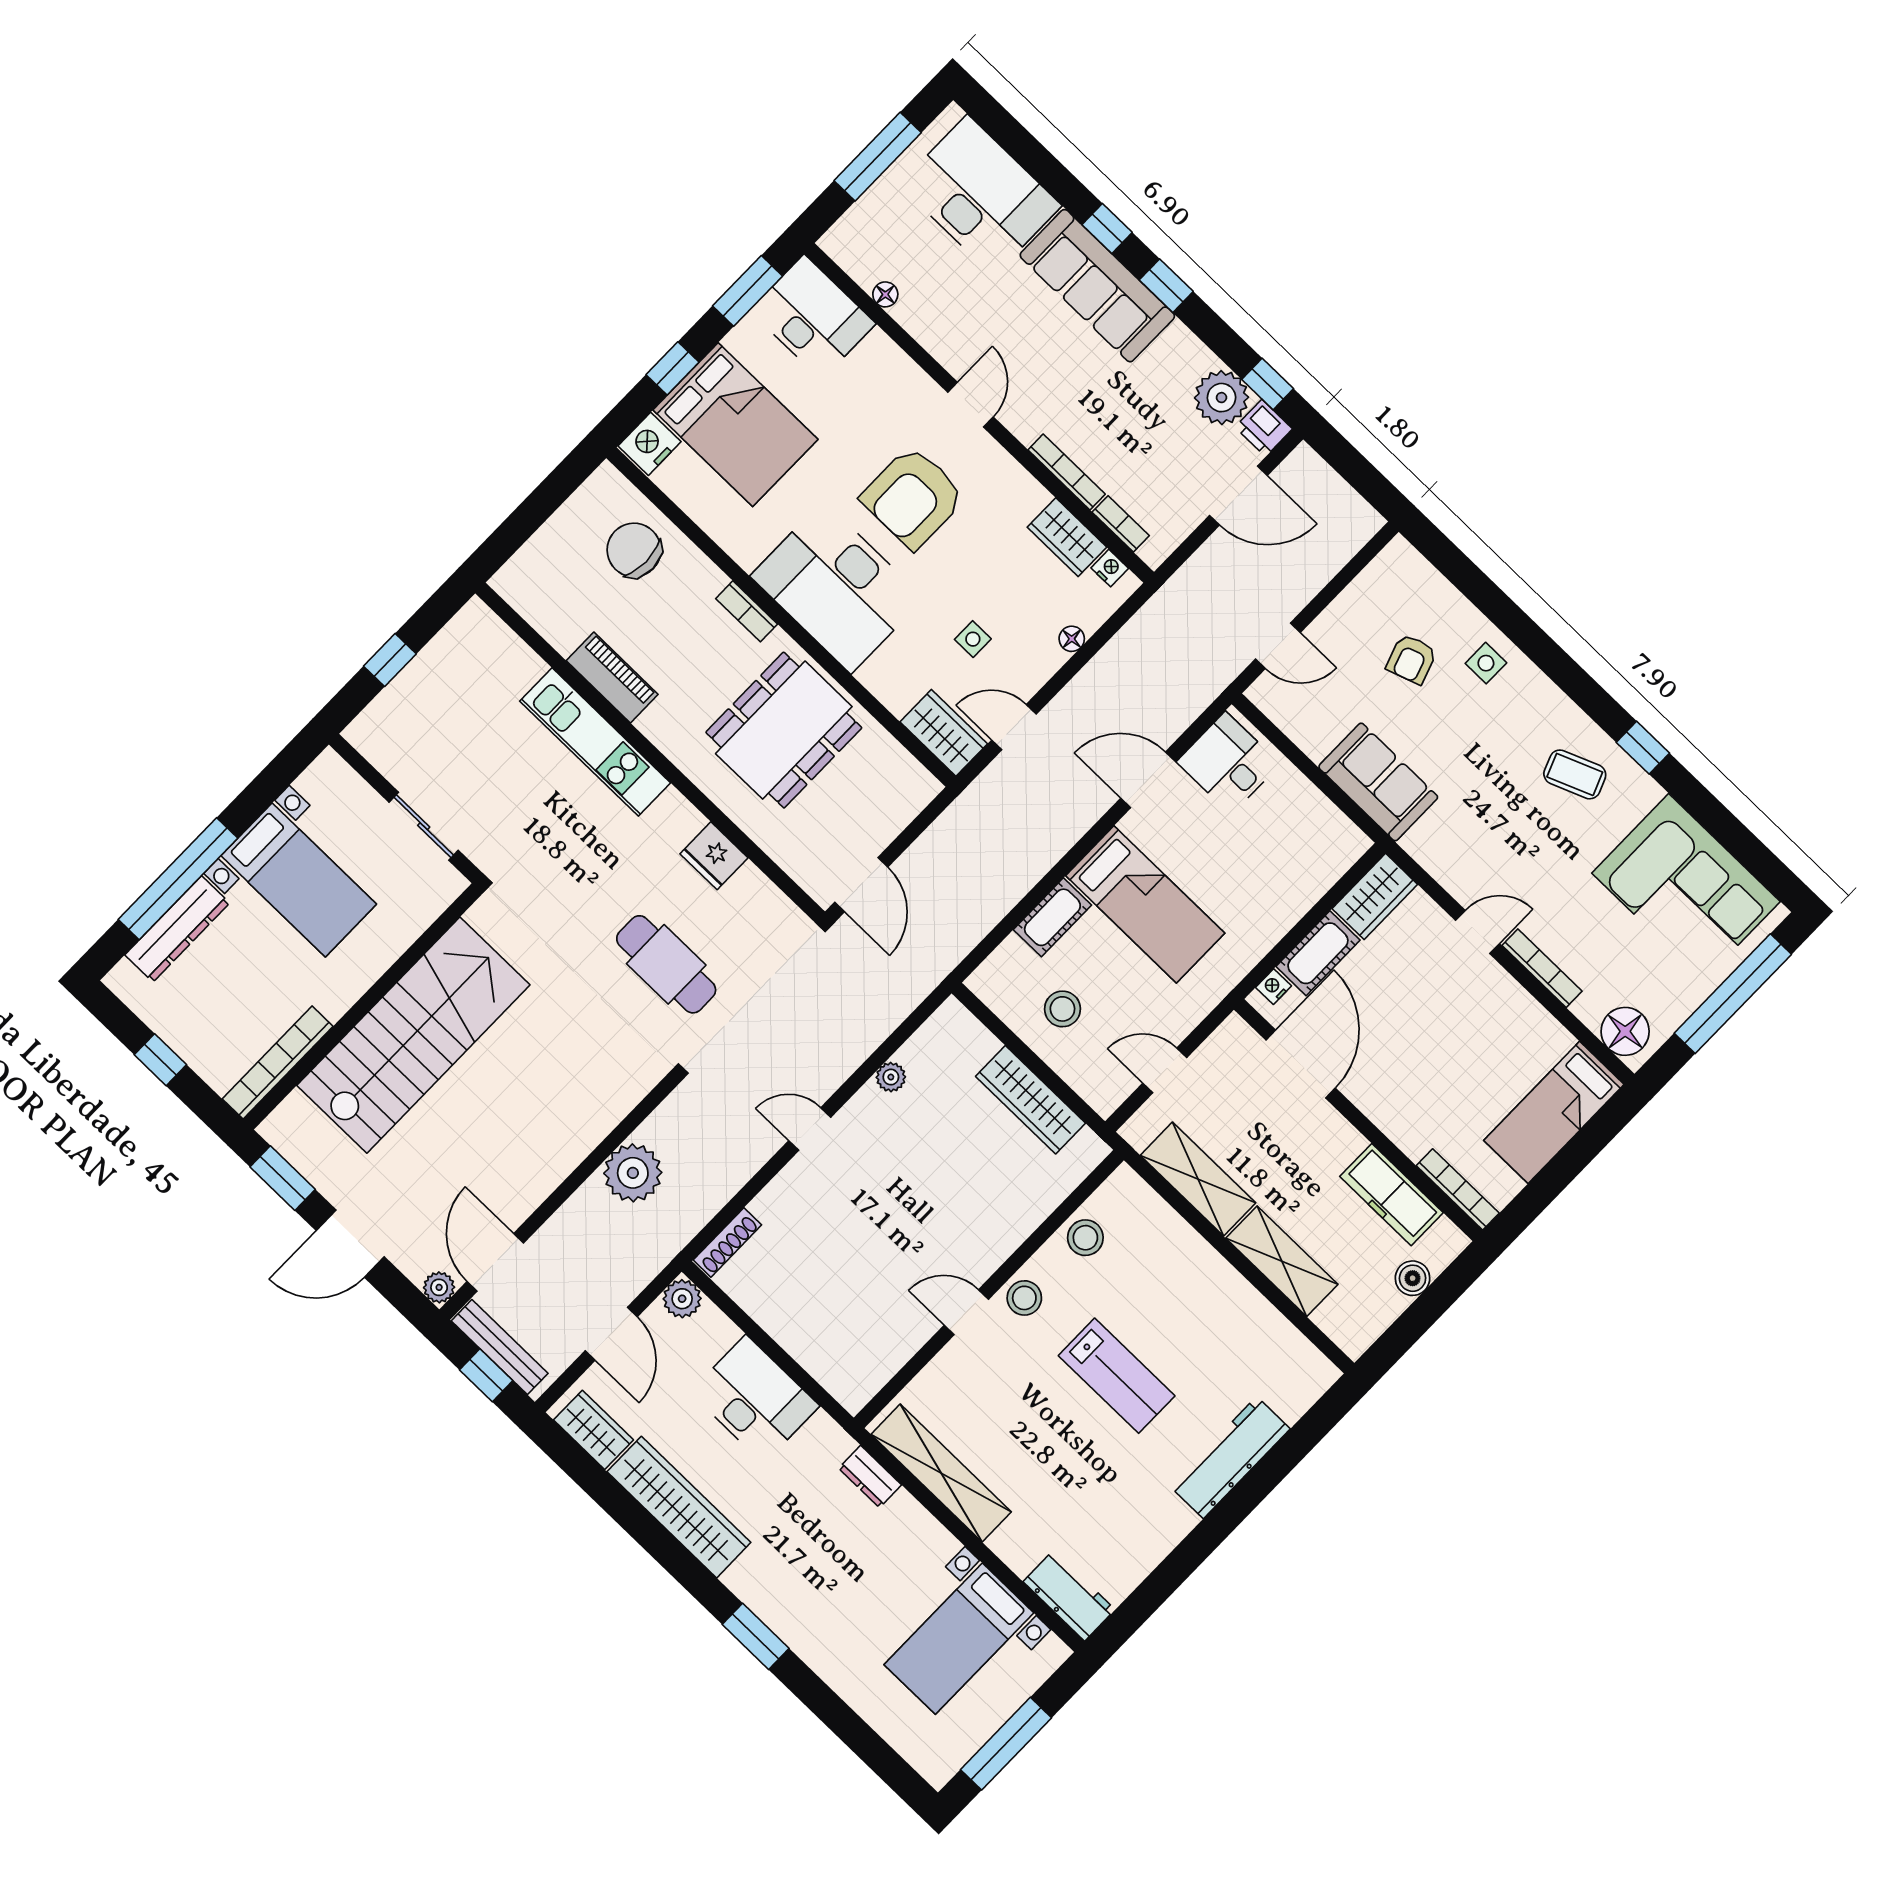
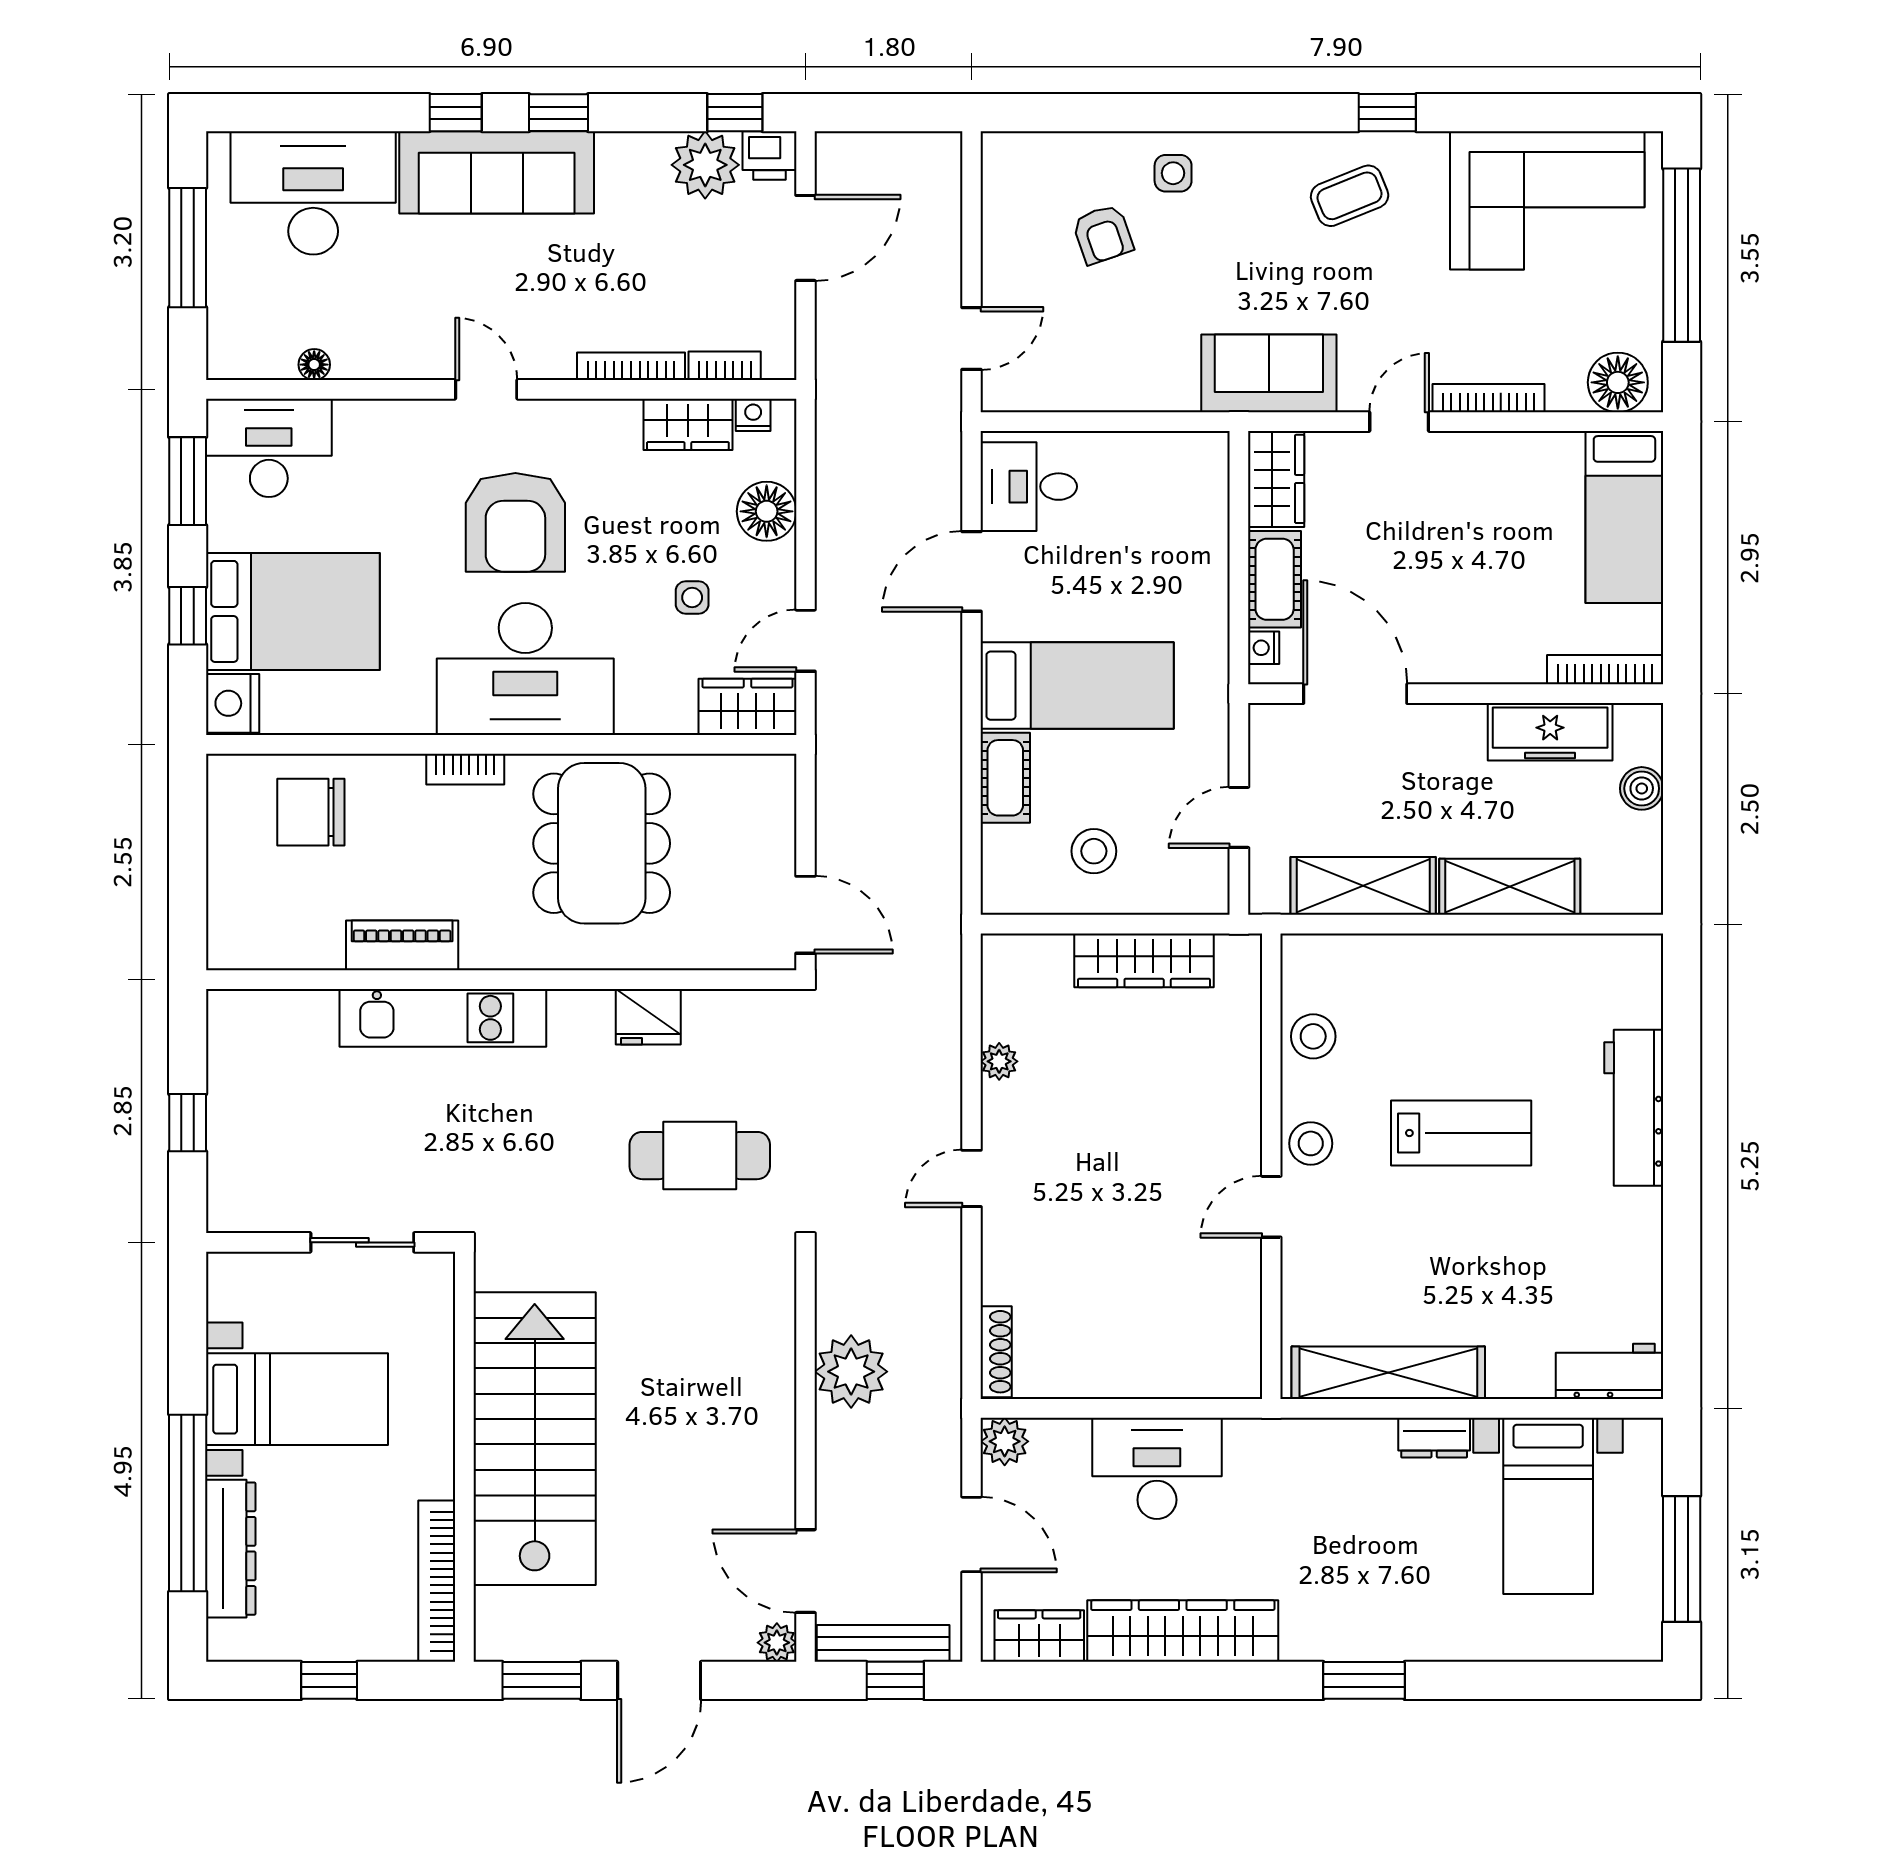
floor lamp: (1072, 639) -> (767, 511), width x1.89, depth x1.89
sofa: (1378, 782) -> (1269, 373), moved
dresser: (870, 1477) -> (1434, 1438), moved

